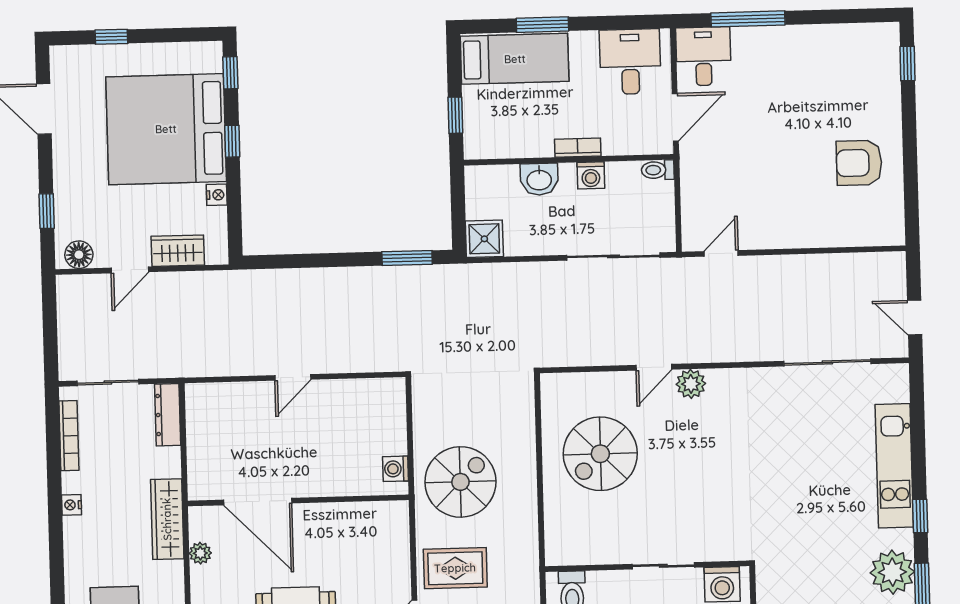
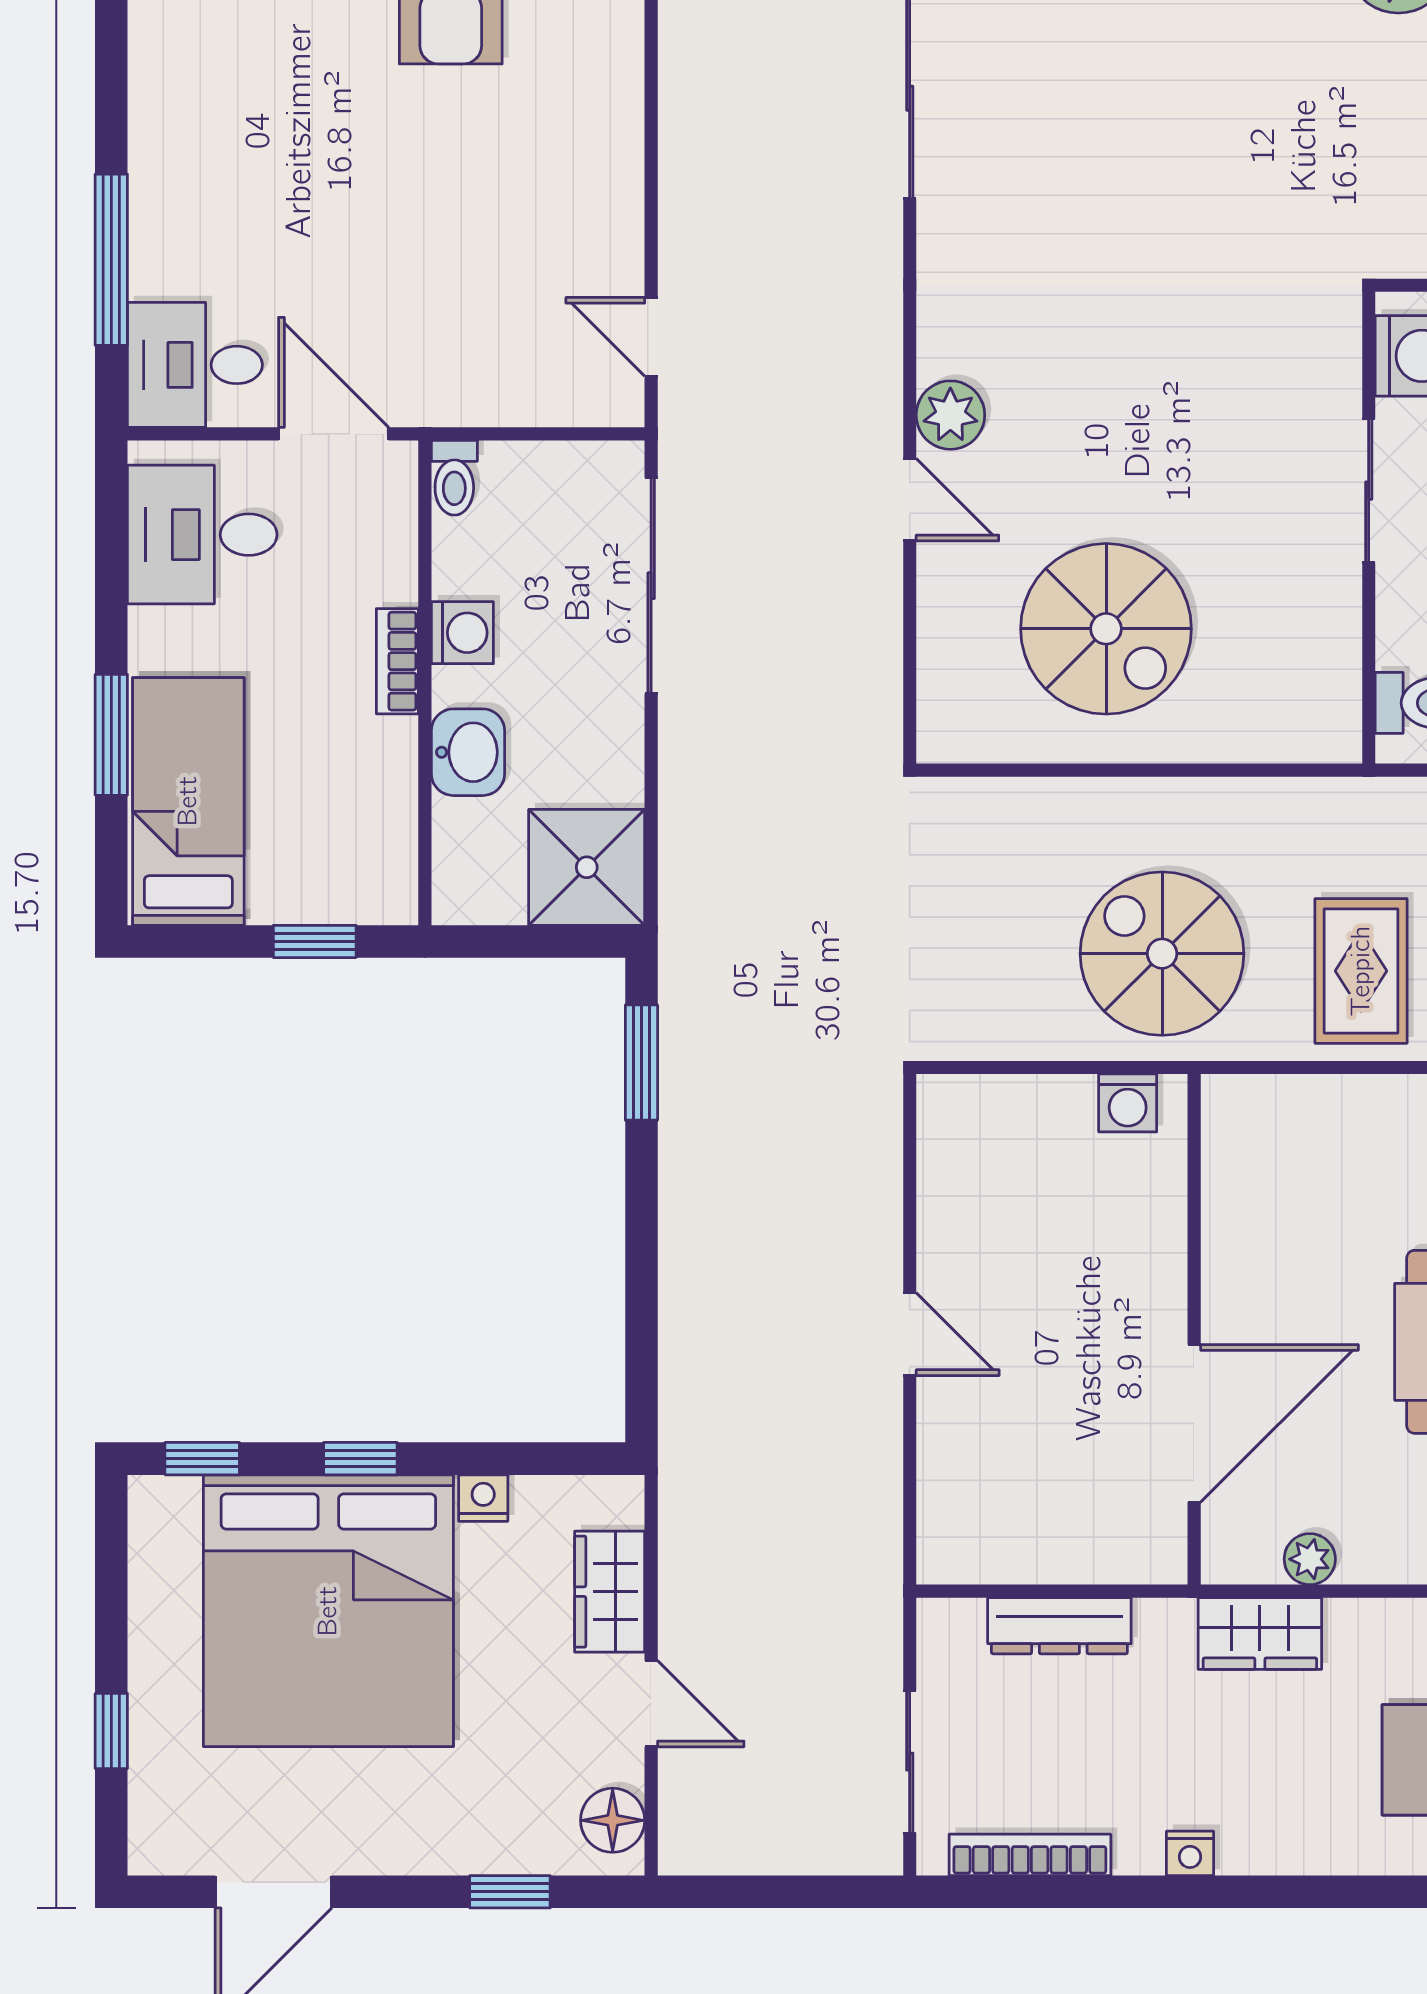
shower: (484, 239) -> (587, 867), width x1.36, depth x1.36
dresser: (168, 415) -> (1059, 1626), moved
wardrobe: (167, 519) -> (1260, 1633), width x0.67

